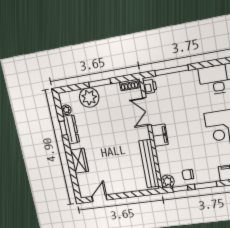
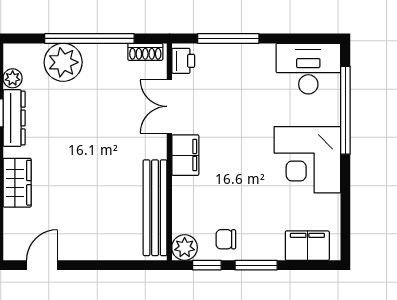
window: (100, 83) -> (89, 38), width x2.11

